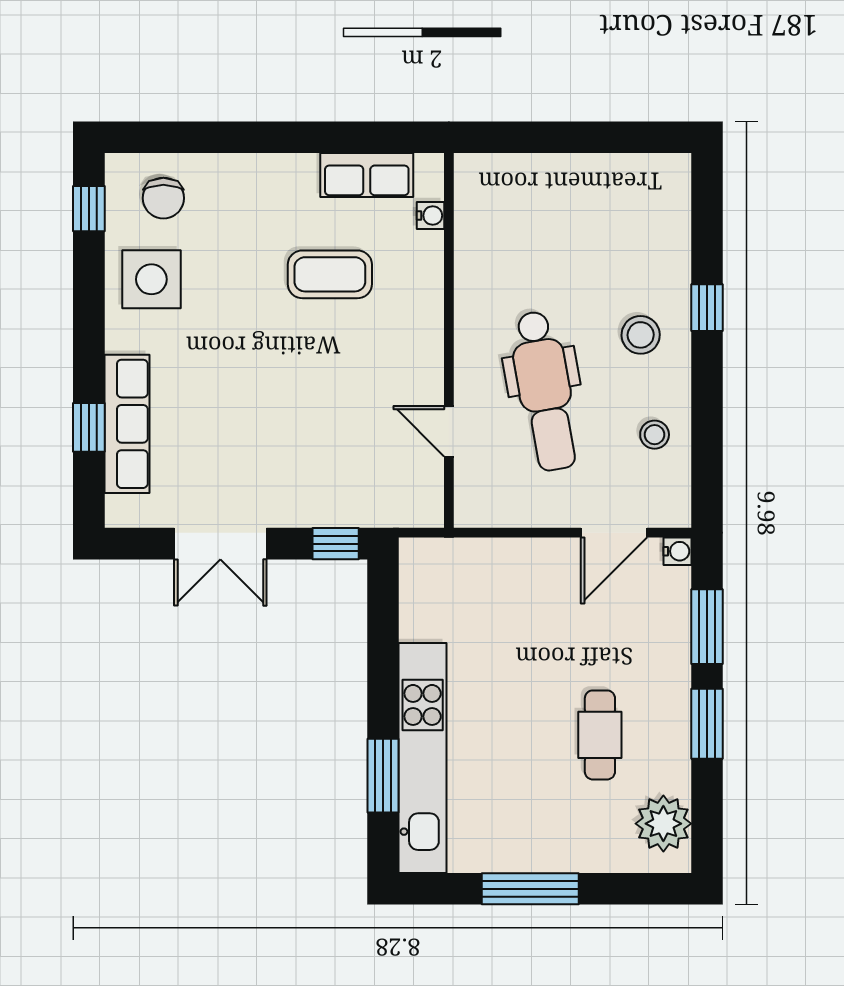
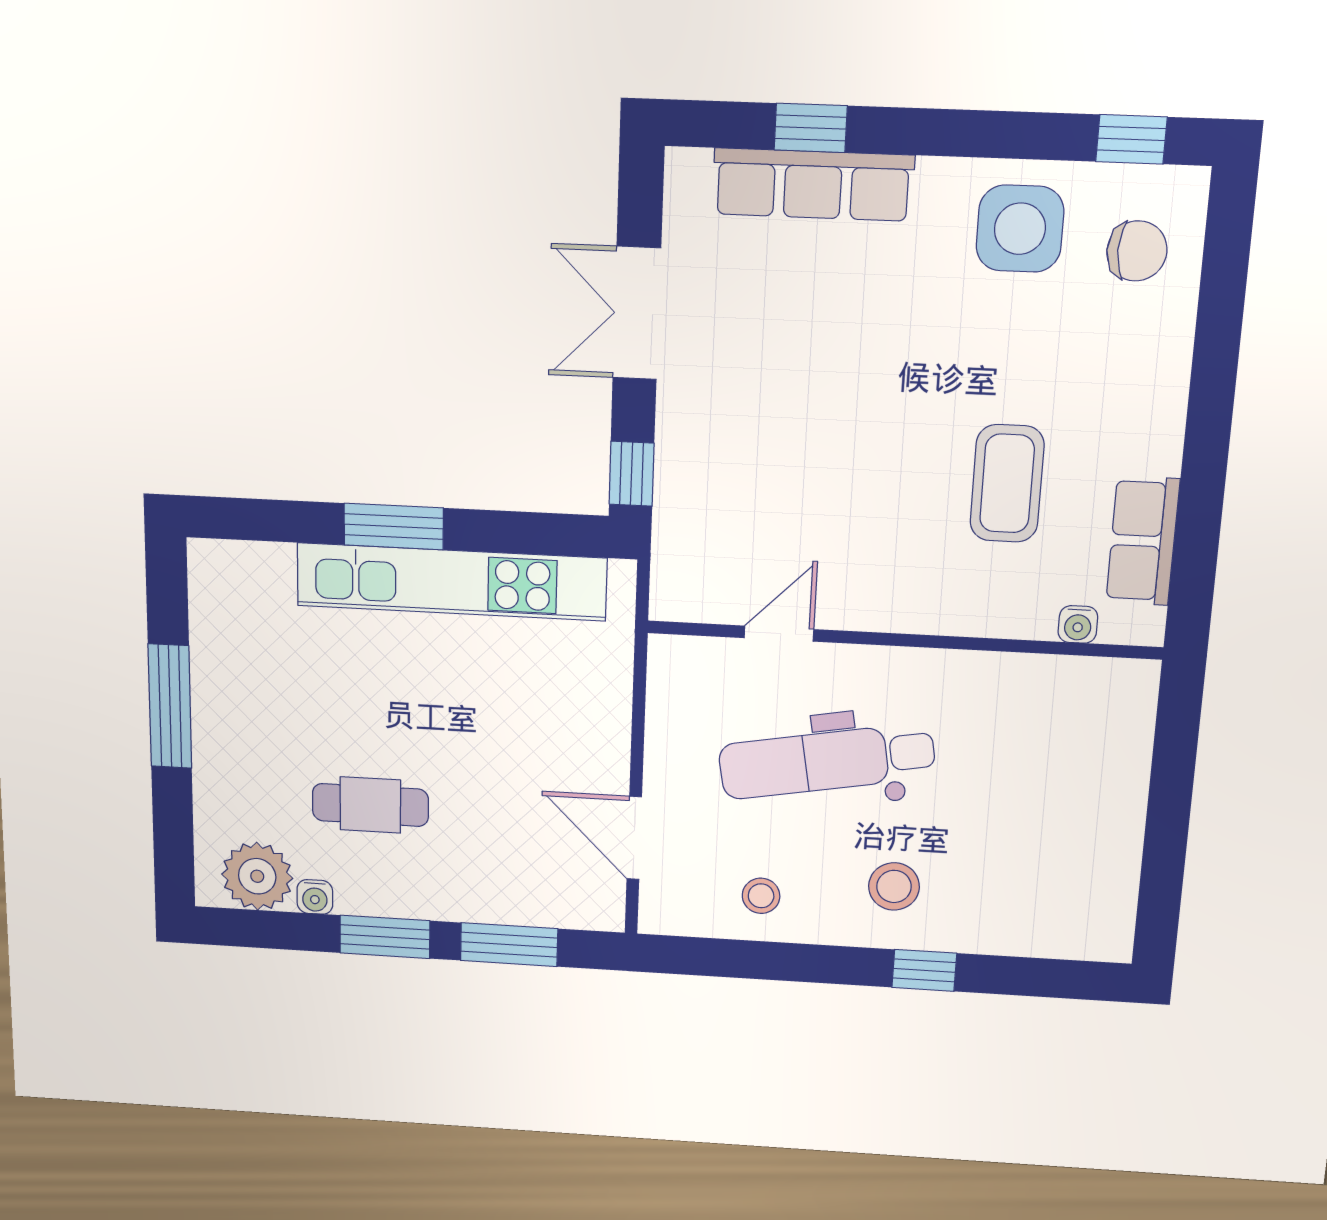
chair: (163, 198) -> (1137, 251), turned 180
water cooler: (677, 551) -> (315, 897), moved
kitchen unit: (423, 758) -> (451, 582), moved
window: (383, 776) -> (394, 526), moved

